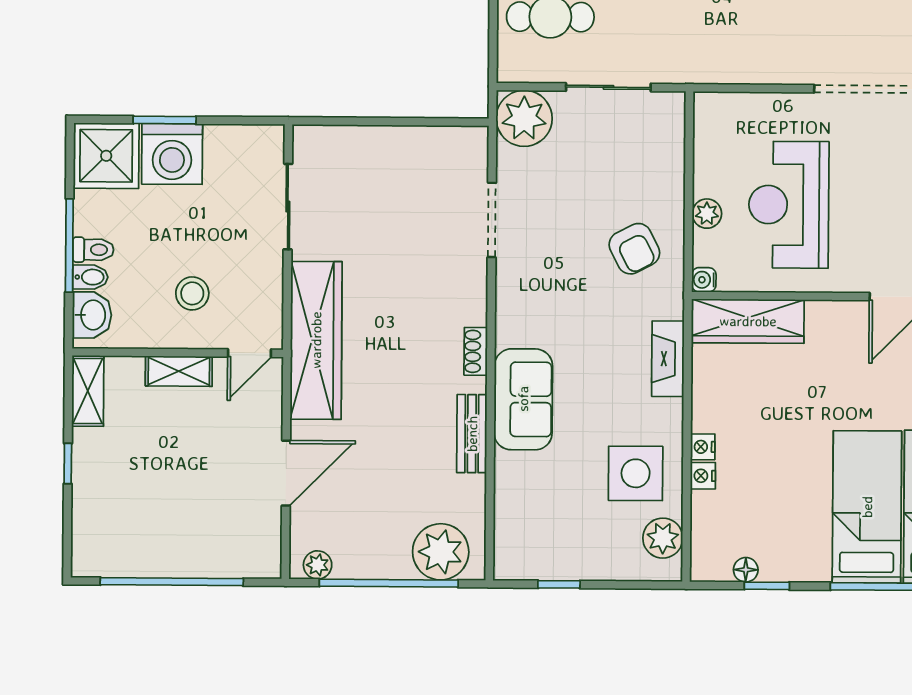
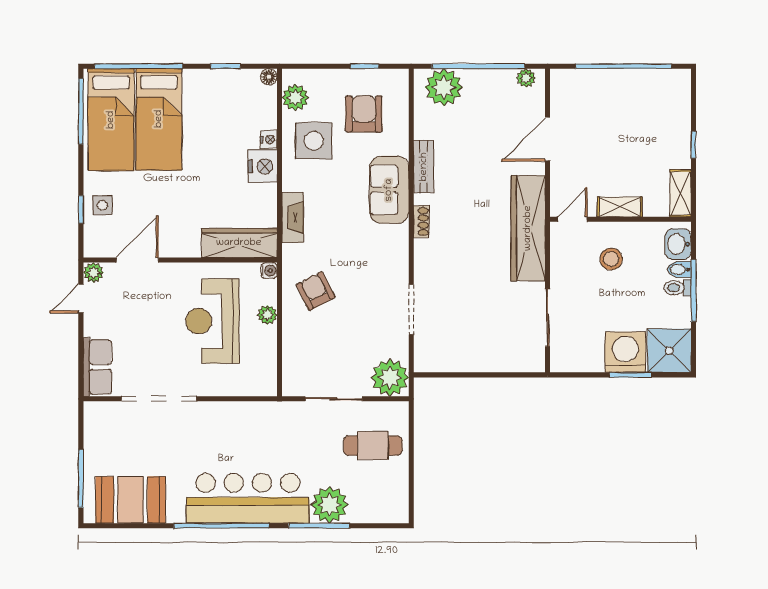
reception desk: (789, 205) -> (213, 321), turned 180
nightstand: (703, 447) -> (263, 166), width x1.89, depth x1.79
armchair: (560, 513) -> (364, 114), added
floor lamp: (746, 570) -> (269, 77), moved

